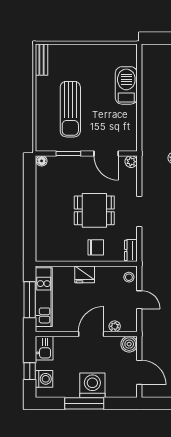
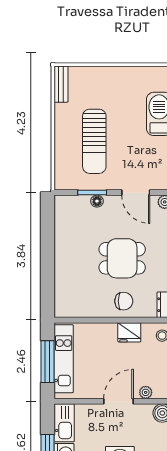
floor lamp: (42, 161) -> (97, 201), moved
fridge: (85, 274) -> (129, 332), moved
kitchen sink: (44, 348) -> (64, 423), width x1.38

